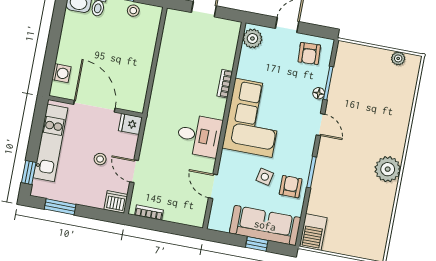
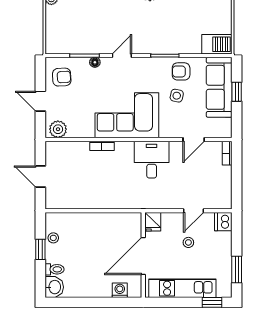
bookcase: (149, 213) -> (227, 153), moved

